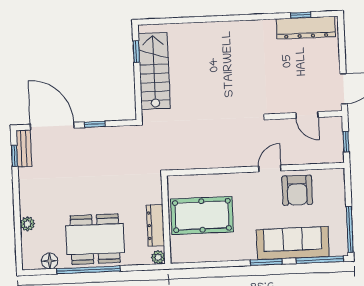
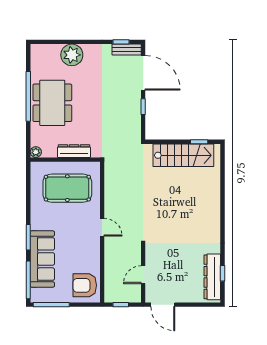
door: (52, 126) -> (143, 73), hinge flipped
door: (270, 169) -> (102, 227), moved
armchair: (297, 190) -> (85, 285), moved
pool table: (202, 215) -> (67, 188), turned 90
plant: (27, 224) -> (72, 55), width x1.88, depth x1.88
dresser: (156, 225) -> (74, 151), moved
floor lamp: (50, 261) -> (37, 66), removed

